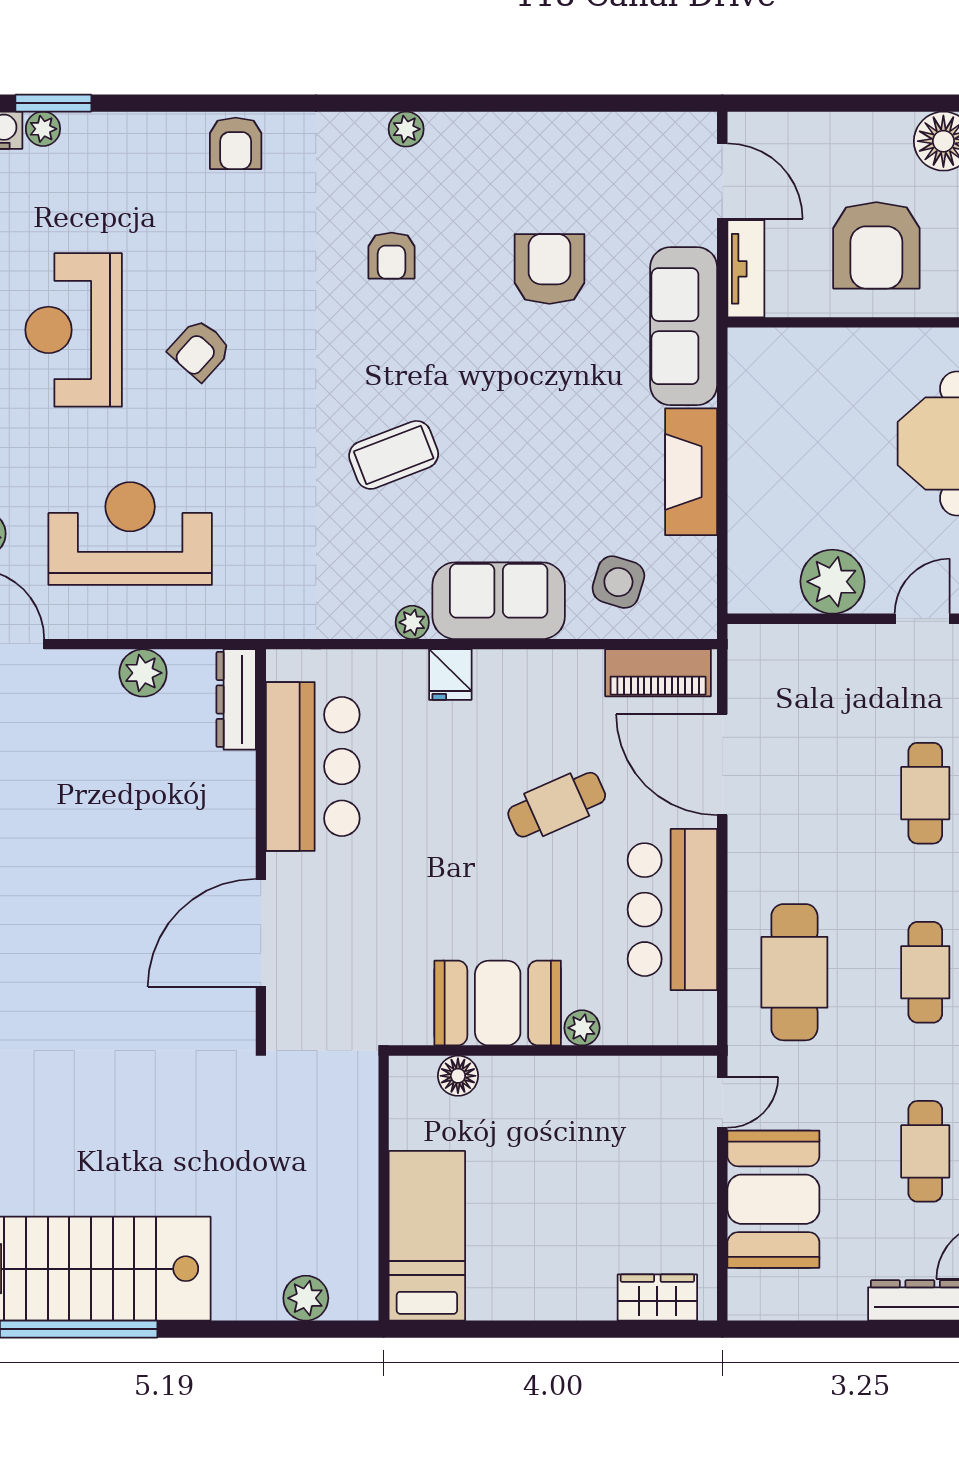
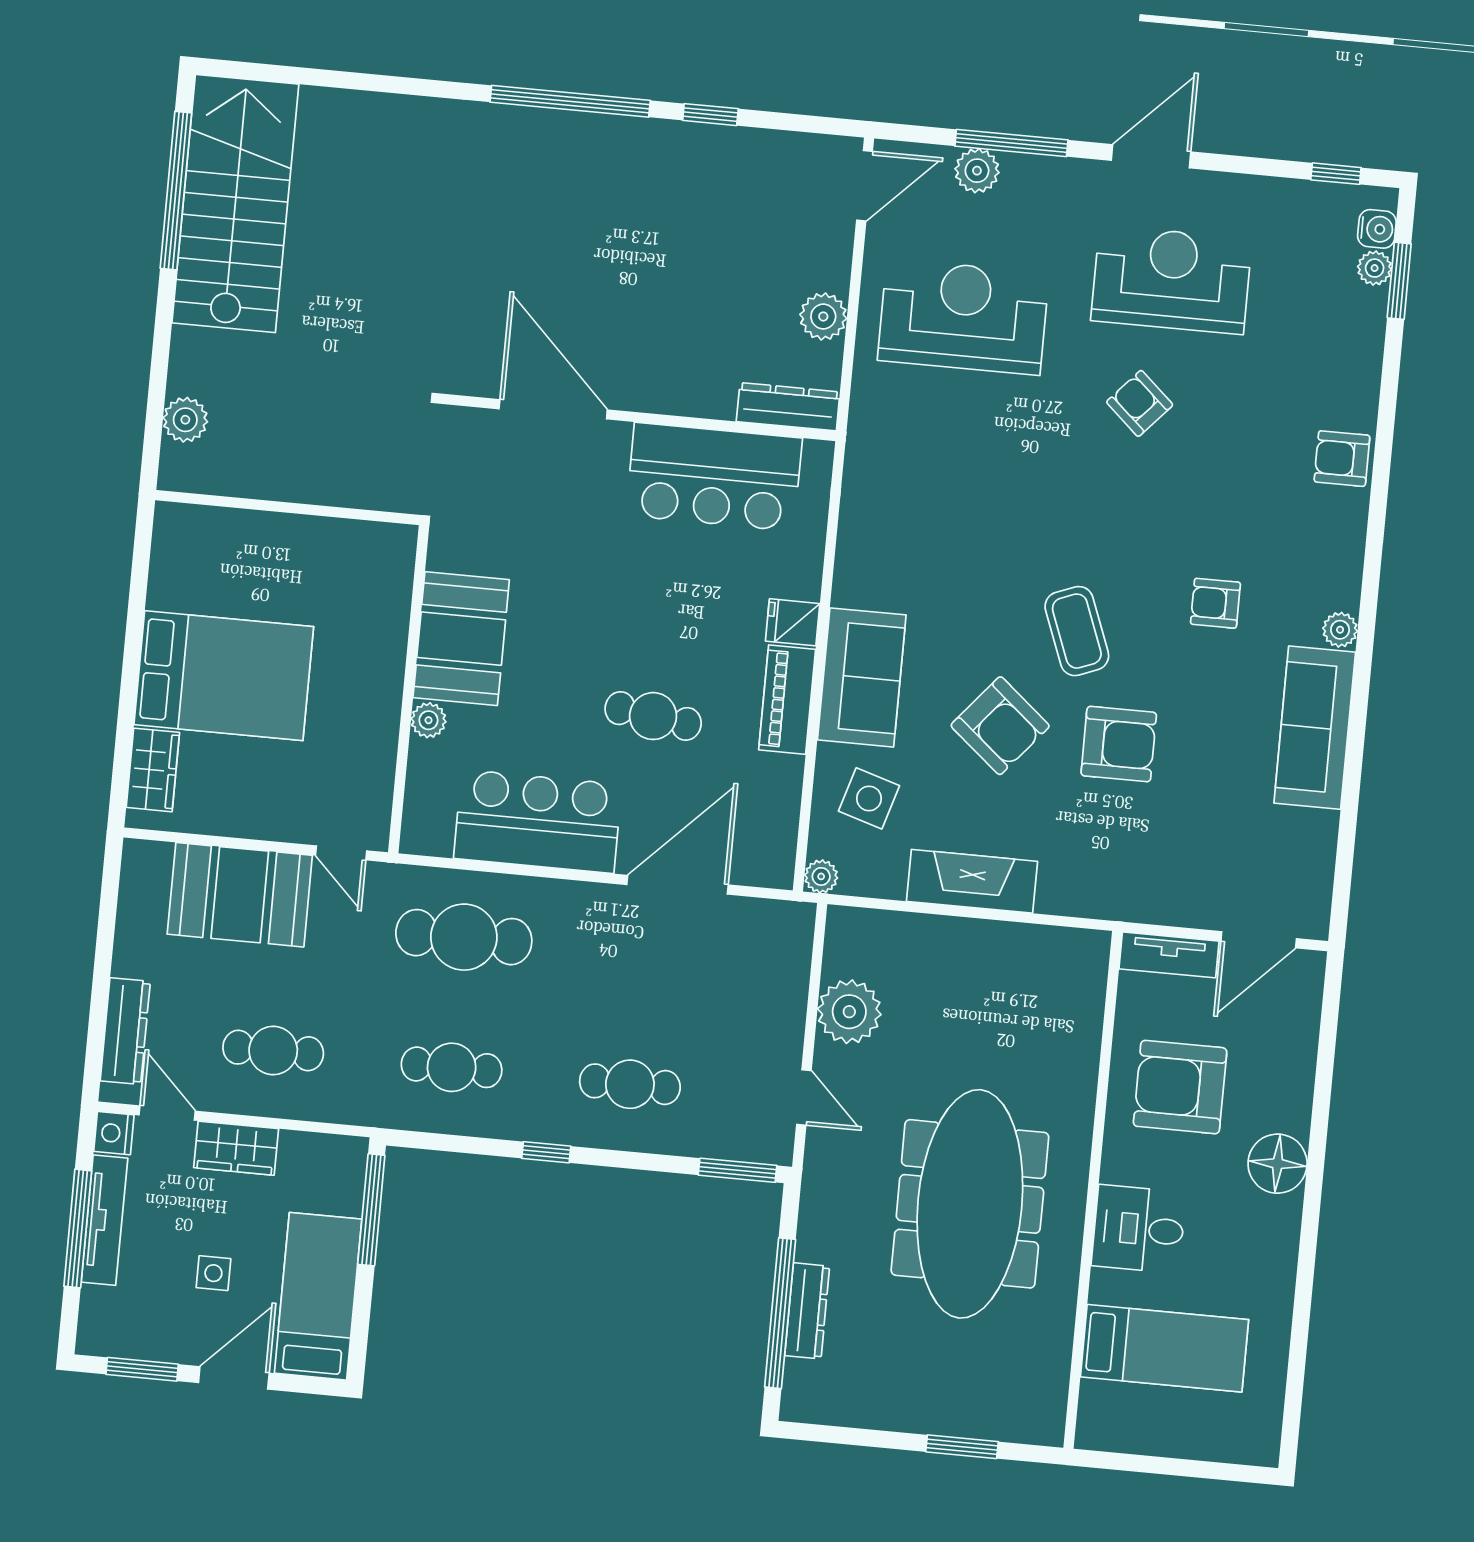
armchair: (549, 269) -> (1119, 744), moved
sofa: (684, 326) -> (1315, 728), moved, turned -90
coffee table: (394, 455) -> (1077, 631), moved
armchair: (534, 458) -> (1000, 726), added
reception desk: (130, 533) -> (963, 317), turned -90
plant: (412, 622) -> (821, 876), moved
piano: (658, 673) -> (787, 700), moved
cafe table: (557, 805) -> (653, 716), turned -58
floor lamp: (458, 1076) -> (392, 592), removed
bed: (427, 1236) -> (224, 676), moved, width x1.50

